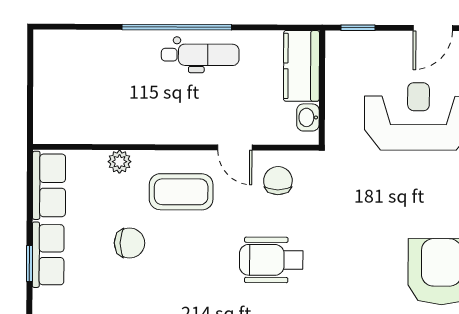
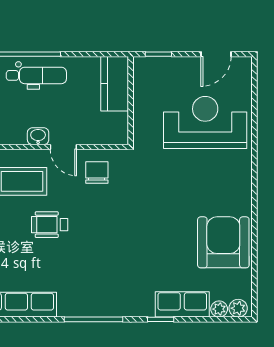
washbasin: (308, 117) -> (38, 136), moved, turned 90
wheelchair: (271, 260) -> (50, 225), moved, width x0.73, depth x0.73

